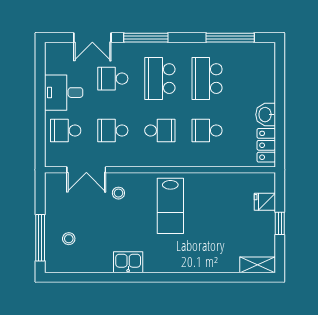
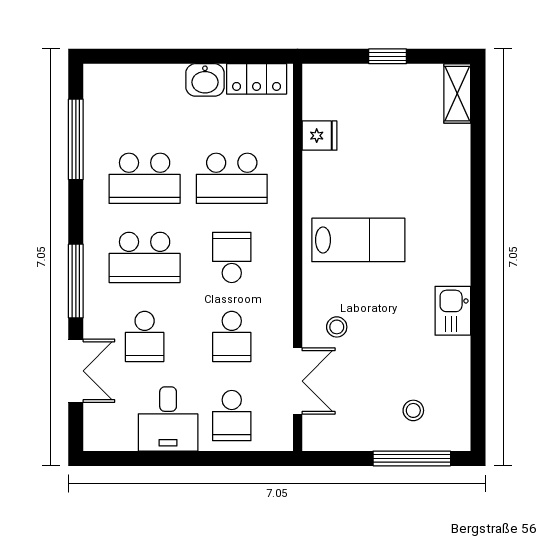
school desk: (207, 131) -> (232, 178), width x1.85
fridge: (265, 202) -> (319, 136), moved, turned -90

